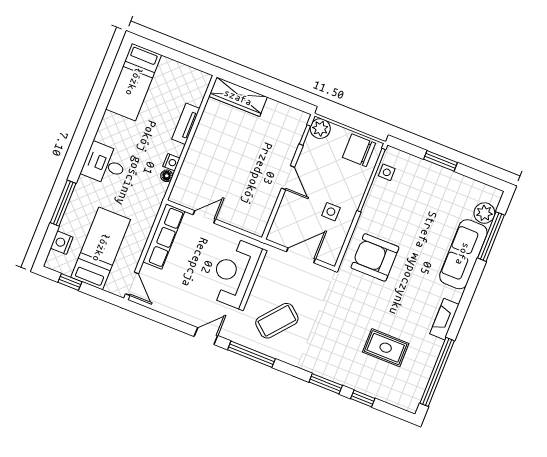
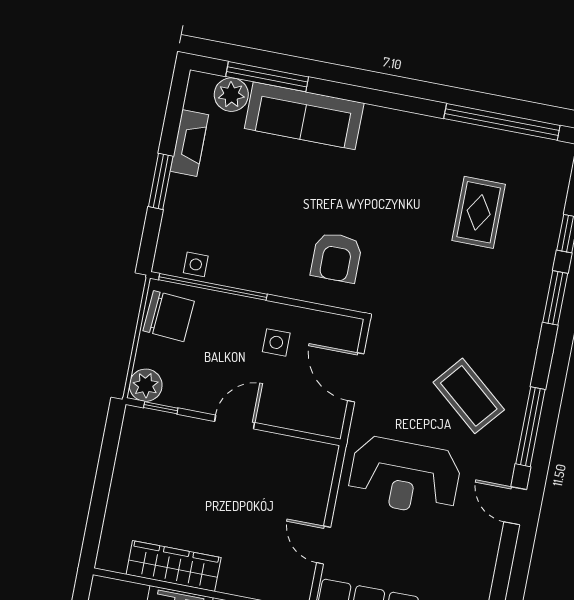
wardrobe: (238, 97) -> (174, 566), moved, turned -90
chair: (359, 150) -> (169, 316), turned -86
armchair: (375, 257) -> (336, 257), width x0.73, depth x0.73
fireplace: (444, 319) -> (189, 143), moved, turned -90

